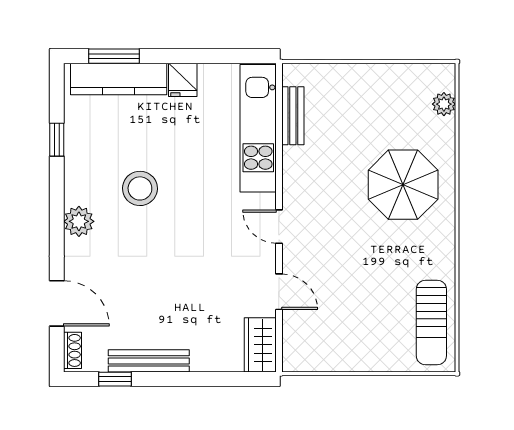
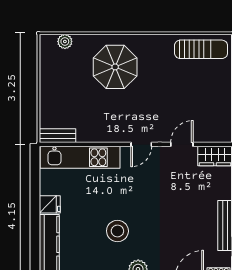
window: (114, 56) -> (35, 247), removed
bench: (293, 116) -> (57, 136), moved

